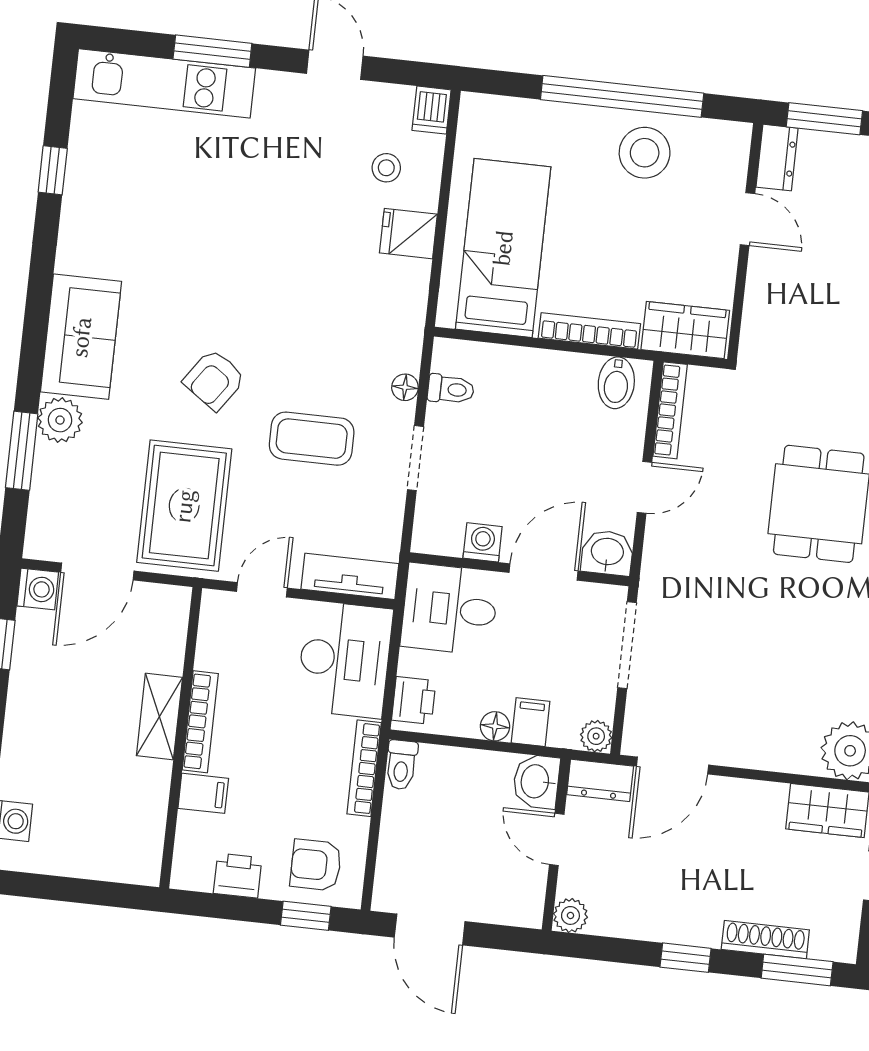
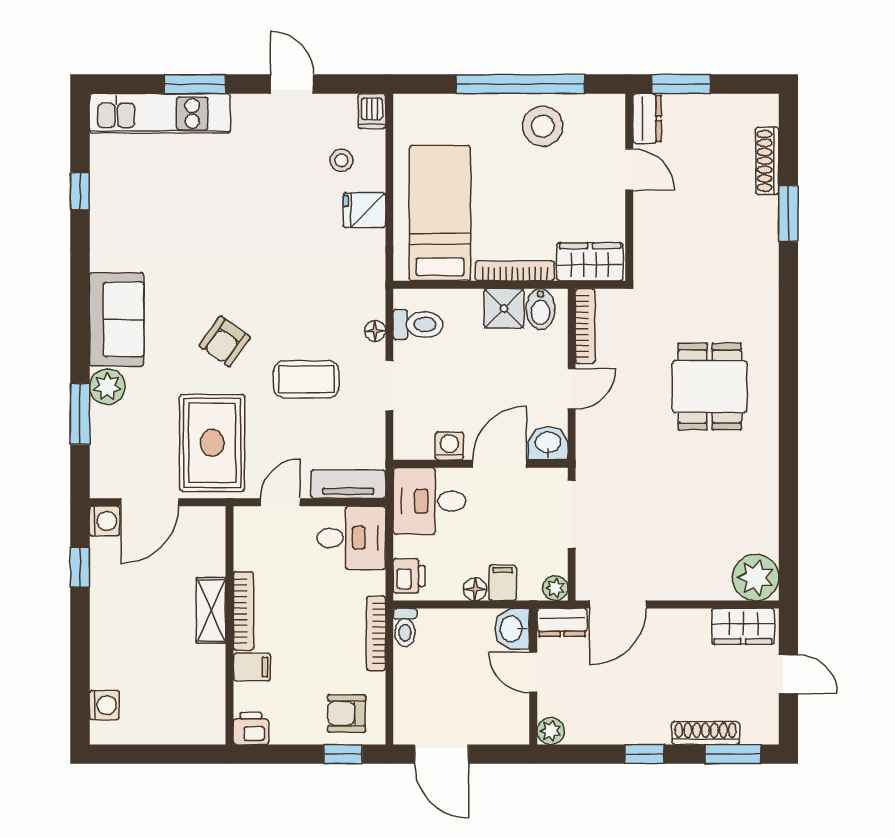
shower: (571, 377) -> (504, 308), added
toilet: (451, 389) -> (418, 324), width x1.37, depth x1.39
desk: (345, 659) -> (351, 538), width x0.73
printer: (238, 876) -> (251, 728), moved

